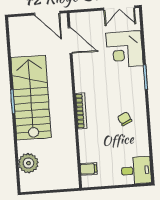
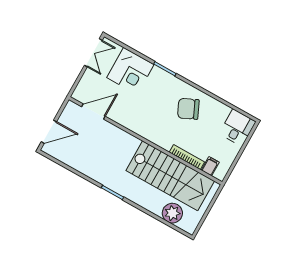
door: (47, 13) -> (49, 132), moved
stairs: (31, 98) -> (170, 176), moved, turned 180
bookcase: (81, 111) -> (187, 157), moved
chair: (125, 119) -> (188, 109), width x1.87, depth x1.87

